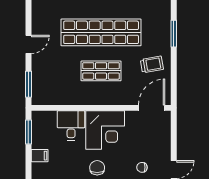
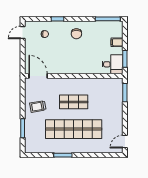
door: (28, 44) -> (125, 142), moved
door: (152, 108) -> (38, 76), swing flipped
desk: (71, 125) -> (112, 64), moved, turned -90
corner desk: (105, 130) -> (71, 60), removed

